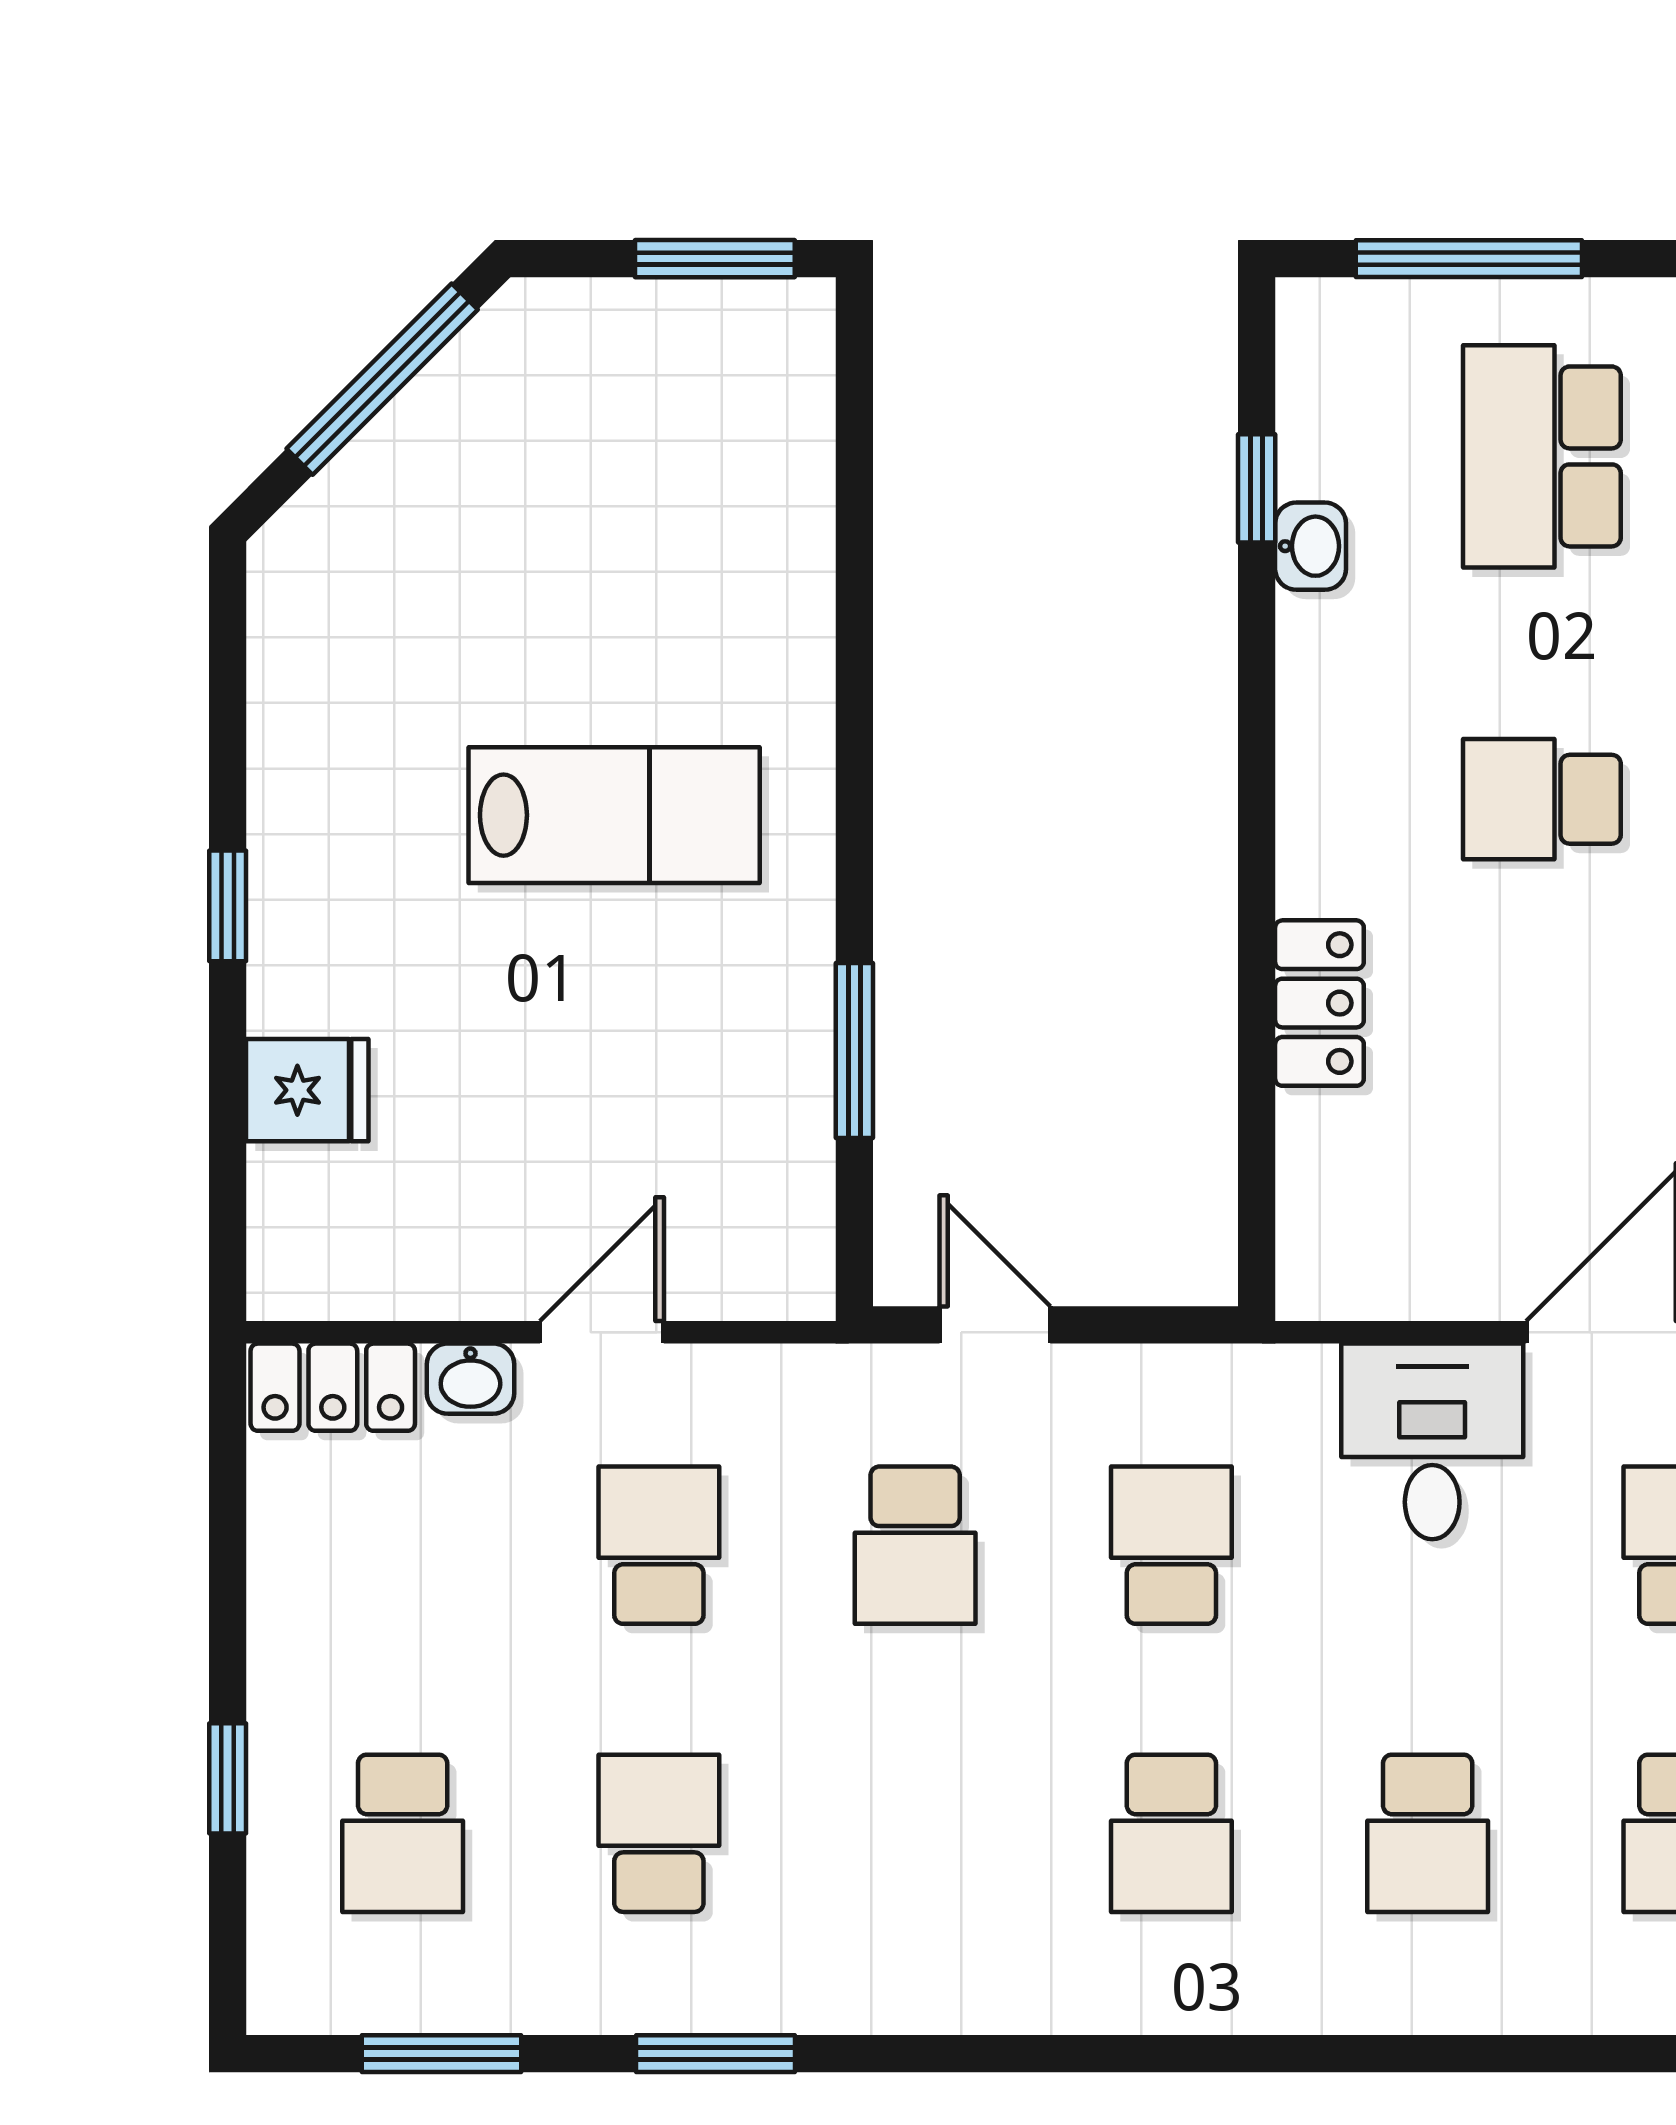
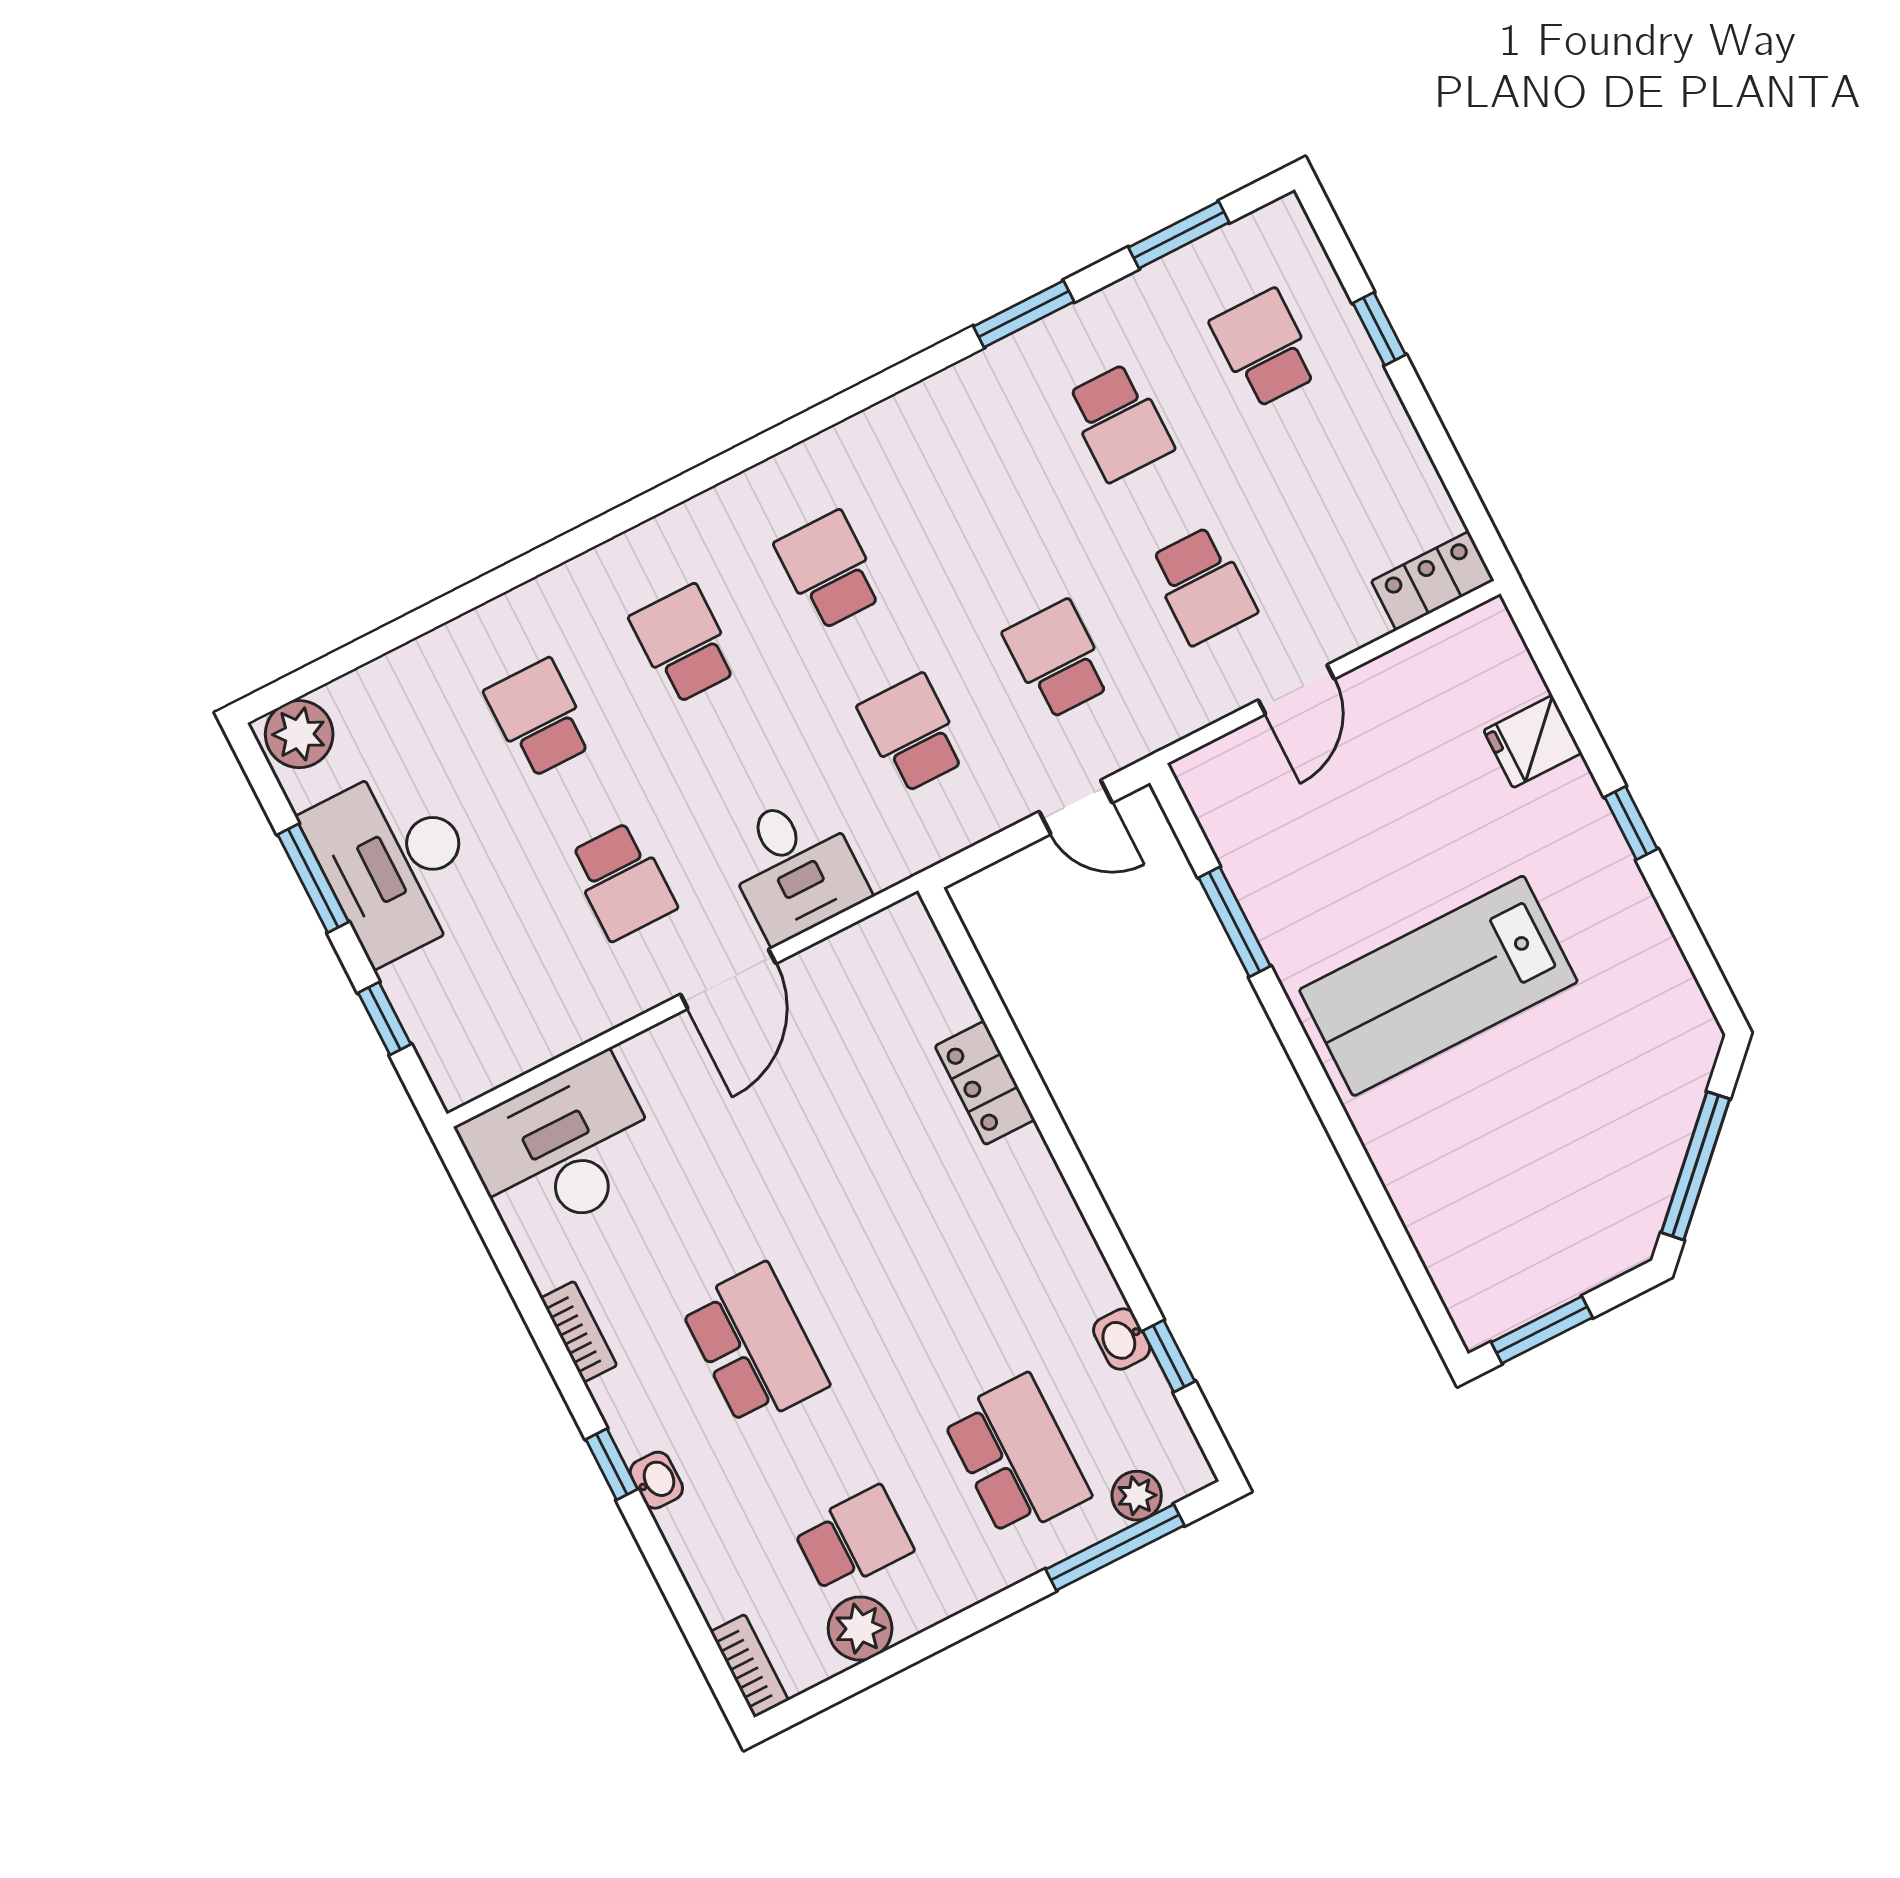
plant: (1401, 316) -> (1137, 1496), added
school desk: (1542, 799) -> (918, 1262), removed
lab bench: (614, 815) -> (1438, 986), width x1.36, depth x1.39
washbasin: (470, 1379) -> (1357, 625), removed
school desk: (1171, 1545) -> (912, 733), turned 180

